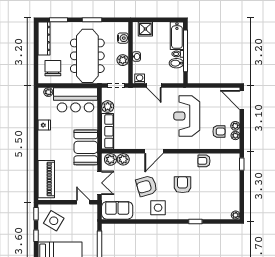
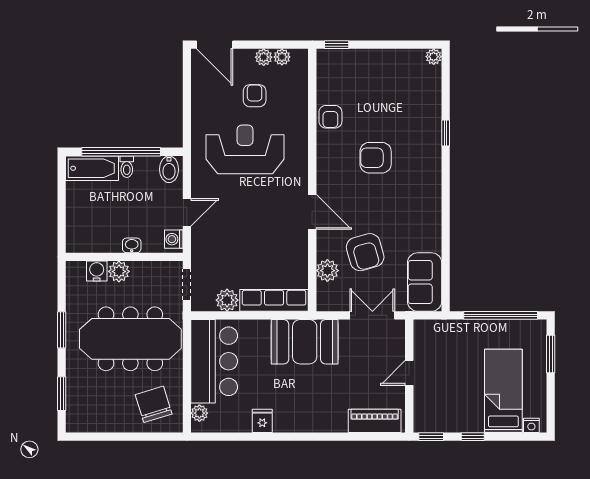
shower: (145, 29) -> (79, 228), removed
dresser: (44, 38) -> (97, 421), removed
plant: (123, 60) -> (119, 271), moved
bidet: (176, 63) -> (169, 169), moved
chair: (53, 68) -> (154, 404), turned 73
door: (242, 100) -> (215, 45), hinge flipped
reception desk: (187, 116) -> (245, 149), turned 180
armchair: (219, 131) -> (255, 96), moved
plant: (111, 159) -> (328, 295), removed
piano: (46, 179) -> (375, 421), width x0.73, depth x0.75
armchair: (146, 186) -> (365, 252), moved
door: (83, 202) -> (409, 373), moved
side table: (158, 208) -> (420, 204), removed
side table: (54, 221) -> (444, 403), removed

